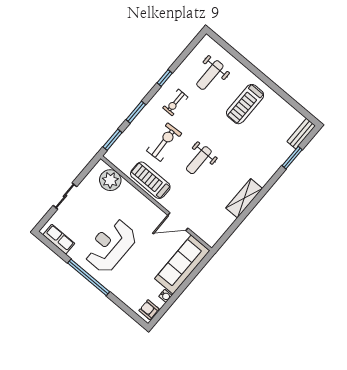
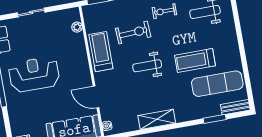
treadmill: (245, 104) -> (195, 60), moved
exercise mat: (270, 126) -> (217, 84), added
plant: (110, 180) -> (77, 27), width x0.53, depth x0.53
water cooler: (207, 238) -> (107, 126), added

